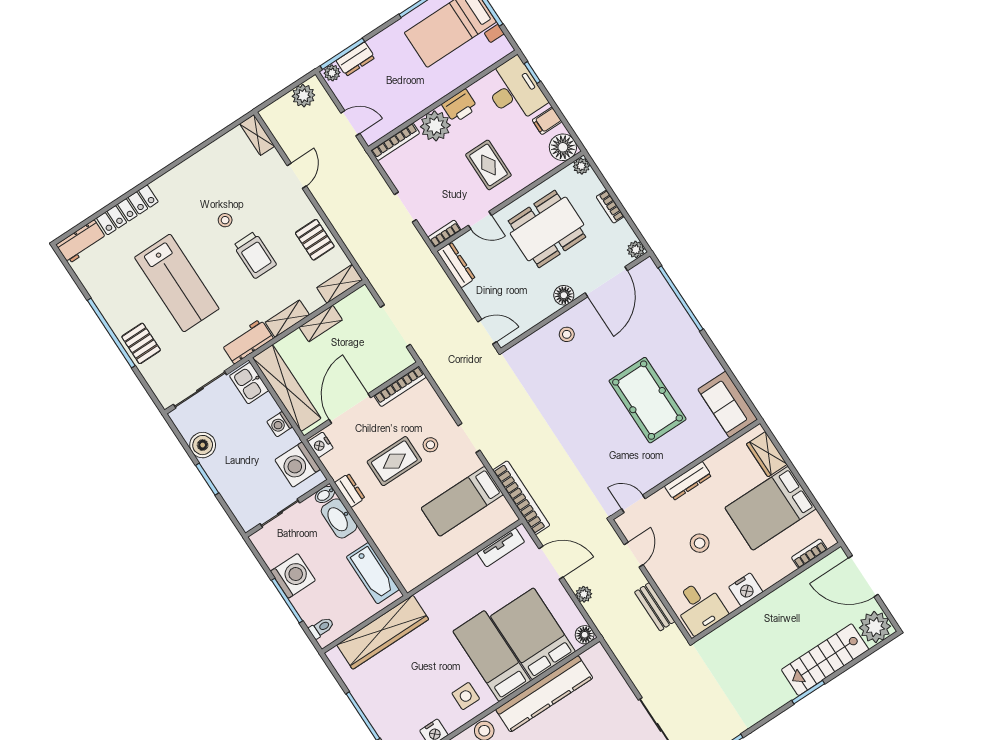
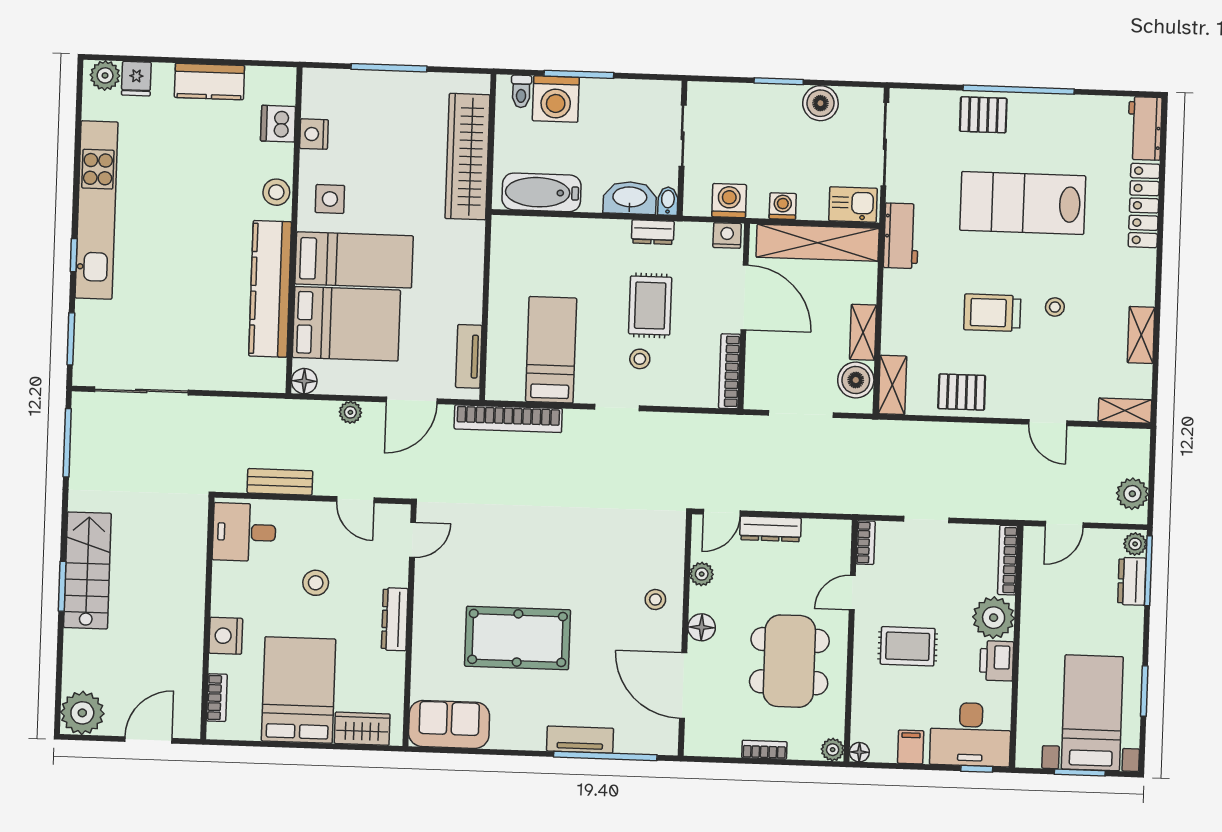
floor lamp: (563, 147) -> (859, 752), width x0.53, depth x0.53
plant: (636, 250) -> (702, 574), moved
dresser: (456, 265) -> (770, 529), moved
boiler: (352, 308) -> (856, 380), added
shelving: (287, 319) -> (1141, 335), moved
tv unit: (682, 320) -> (580, 740), added
washing machine: (298, 465) -> (729, 201), width x0.73, depth x0.73
washing machine: (293, 576) -> (556, 99), moved
door: (863, 576) -> (148, 740), width x0.73
nightstand: (746, 589) -> (226, 636), moved
stairs: (825, 660) -> (87, 570), moved

